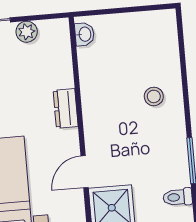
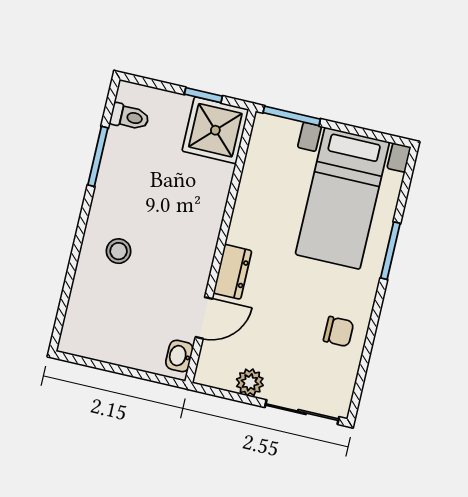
door: (84, 172) -> (204, 318), moved

